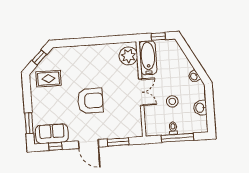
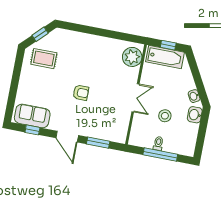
bathtub: (148, 58) -> (165, 57), moved, turned 90
armchair: (90, 101) -> (81, 93), width x0.53, depth x0.53
washbasin: (200, 108) -> (195, 115), moved
window: (29, 123) -> (12, 99), removed

